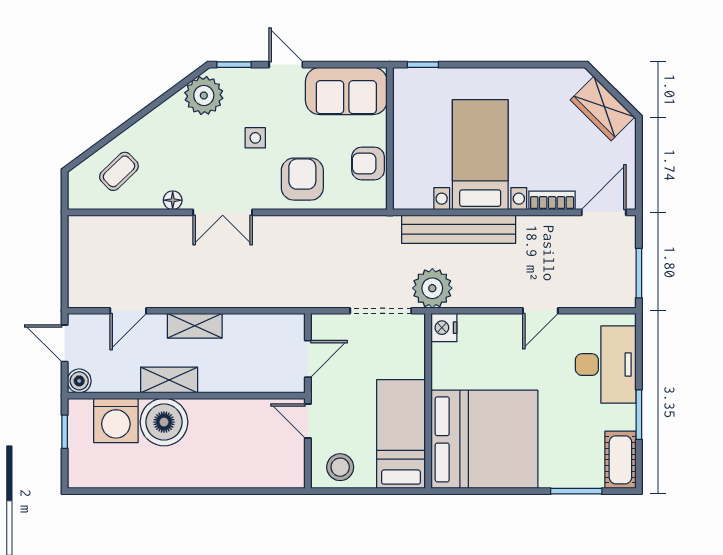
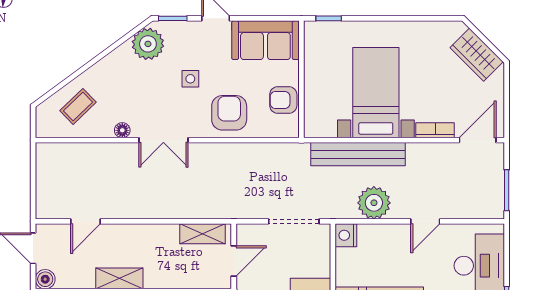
plant: (432, 288) -> (374, 203), moved
shelving: (195, 326) -> (203, 234), moved

